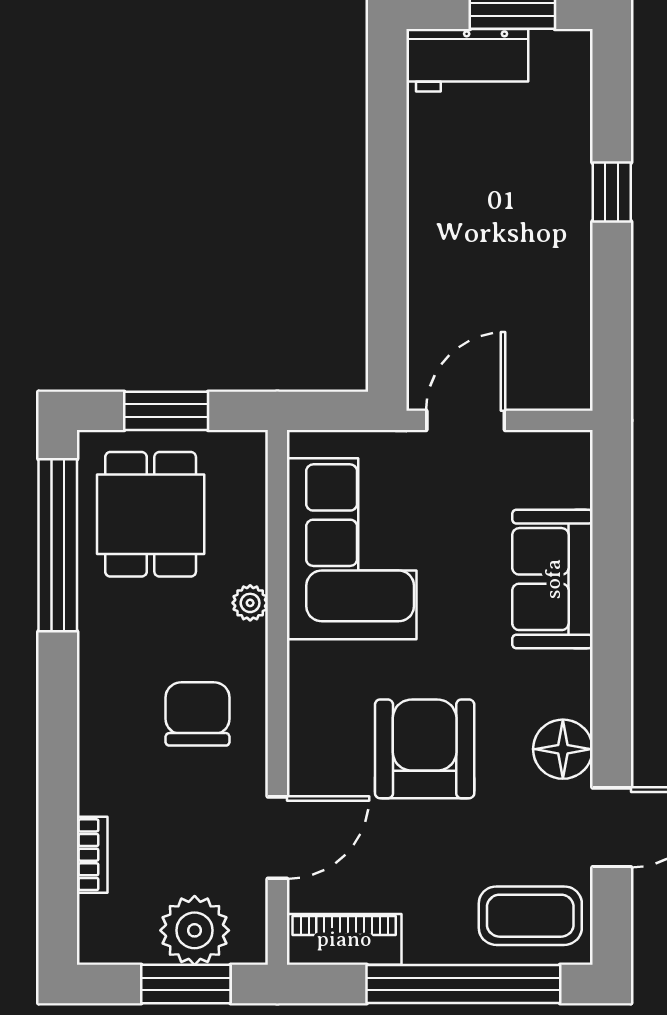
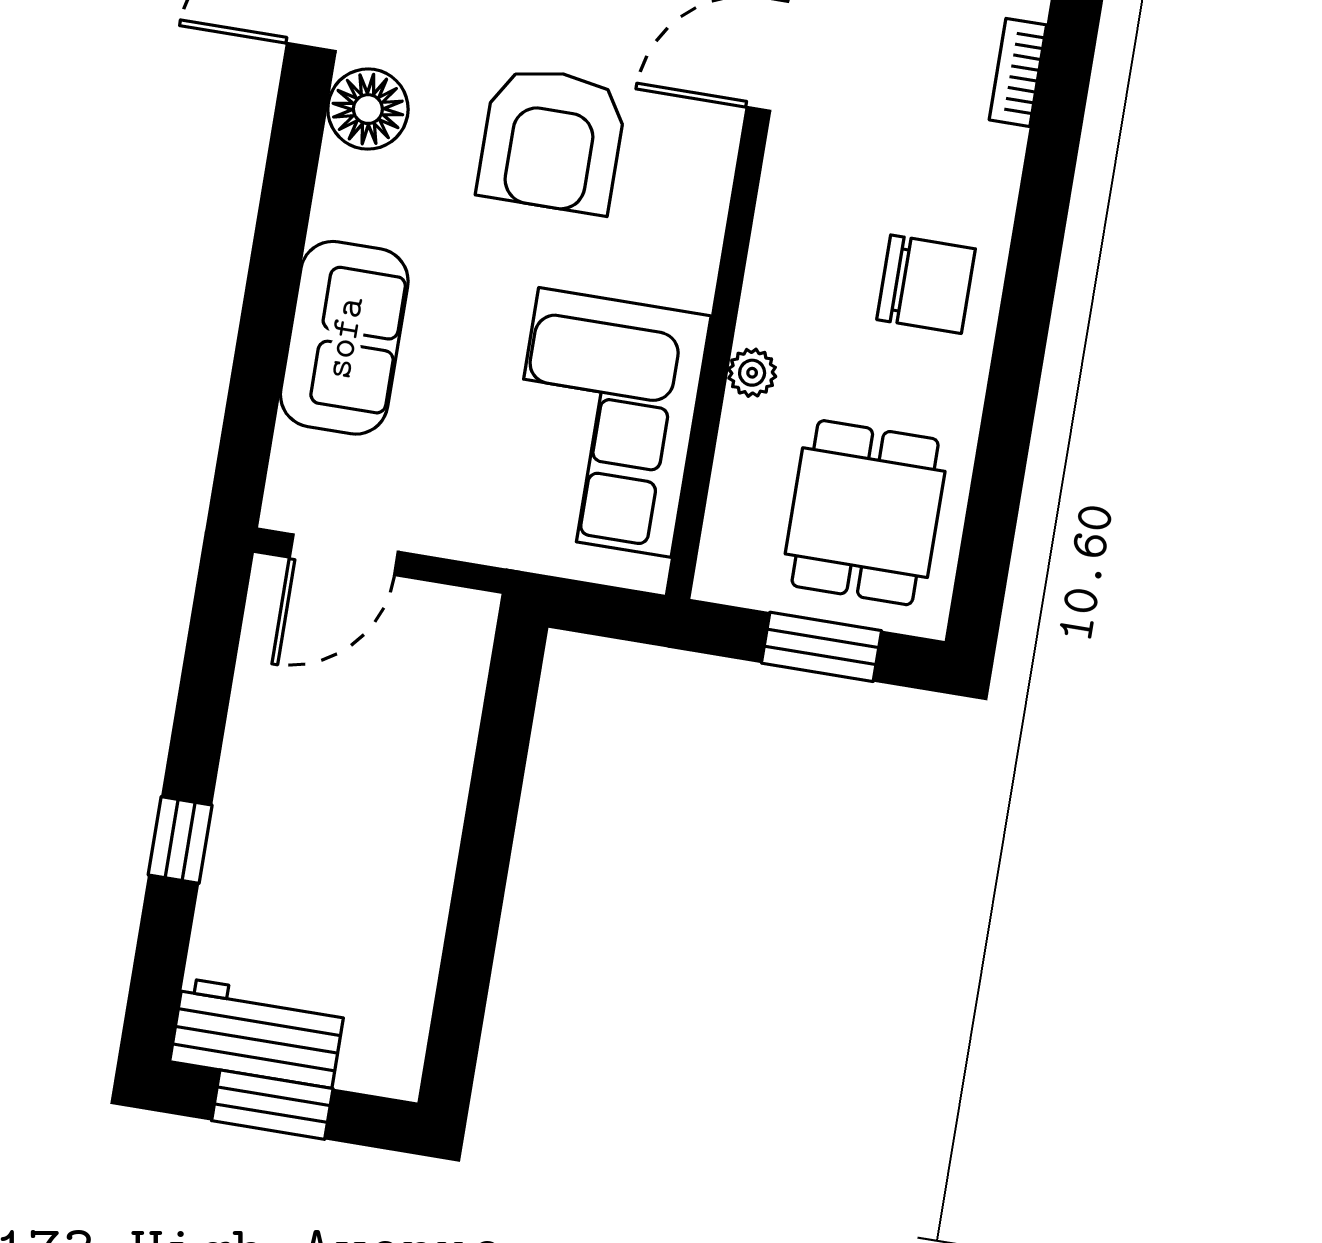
workbench: (467, 60) -> (258, 1033), moved
door: (466, 420) -> (344, 555), moved
window: (58, 545) -> (995, 492), removed
chair: (198, 714) -> (926, 284), moved, turned -90

